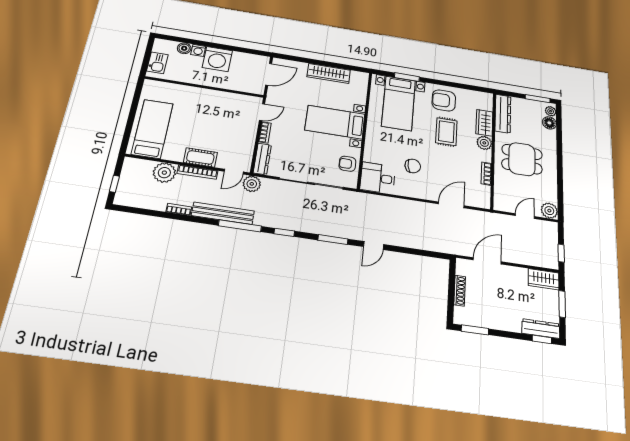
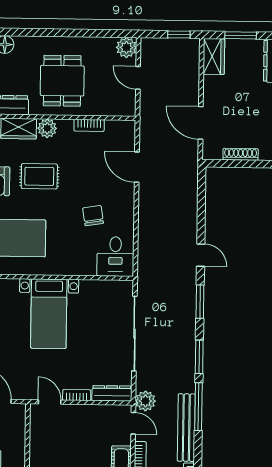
armchair: (347, 164) -> (102, 294), removed
window: (284, 232) -> (199, 357), width x1.50

